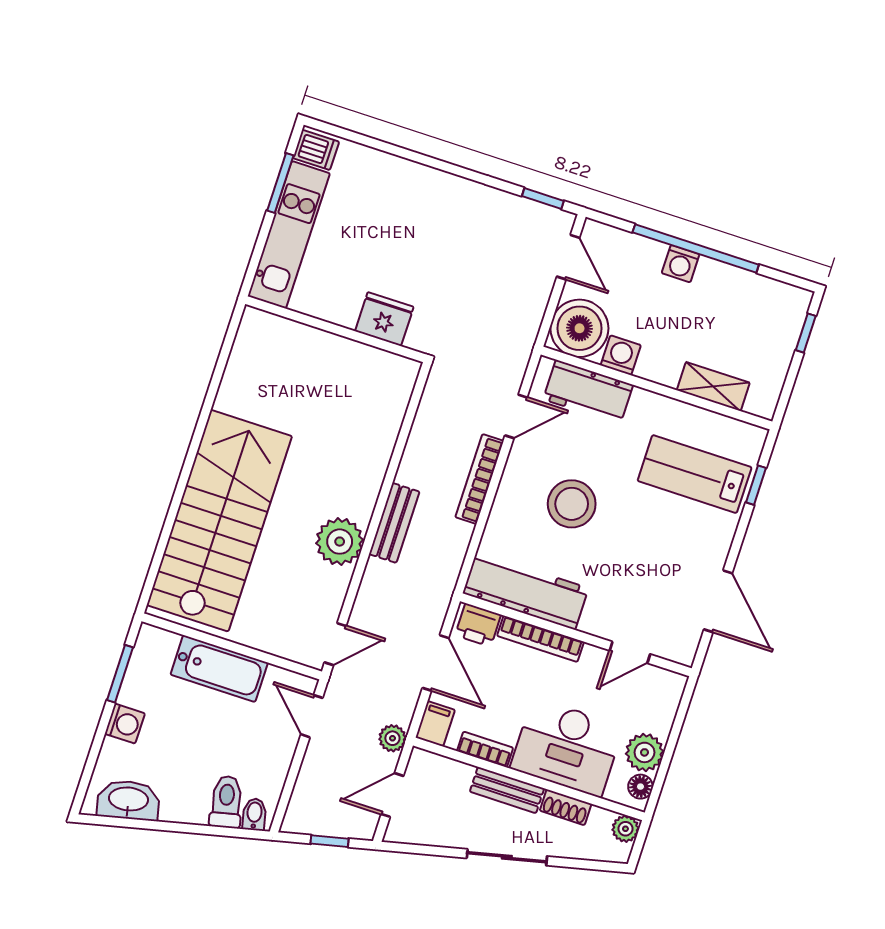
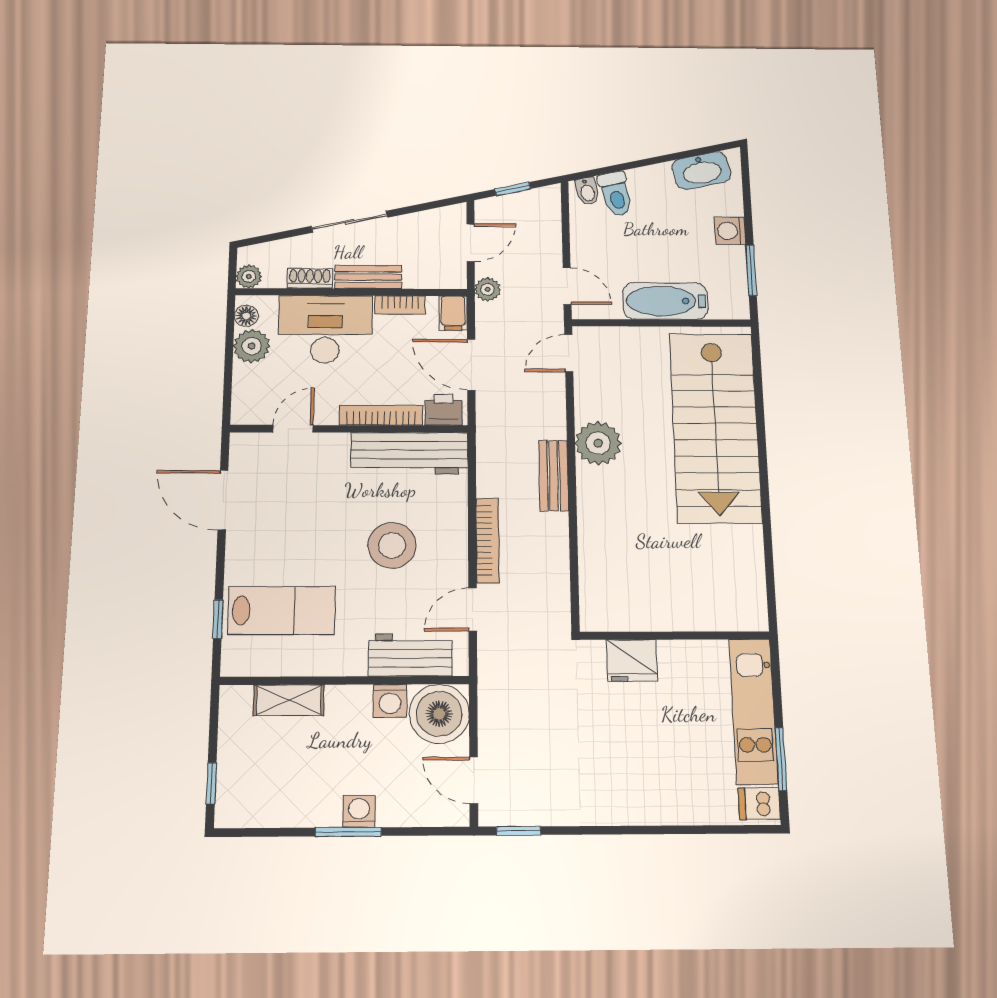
window: (696, 248) -> (348, 832), width x0.47

